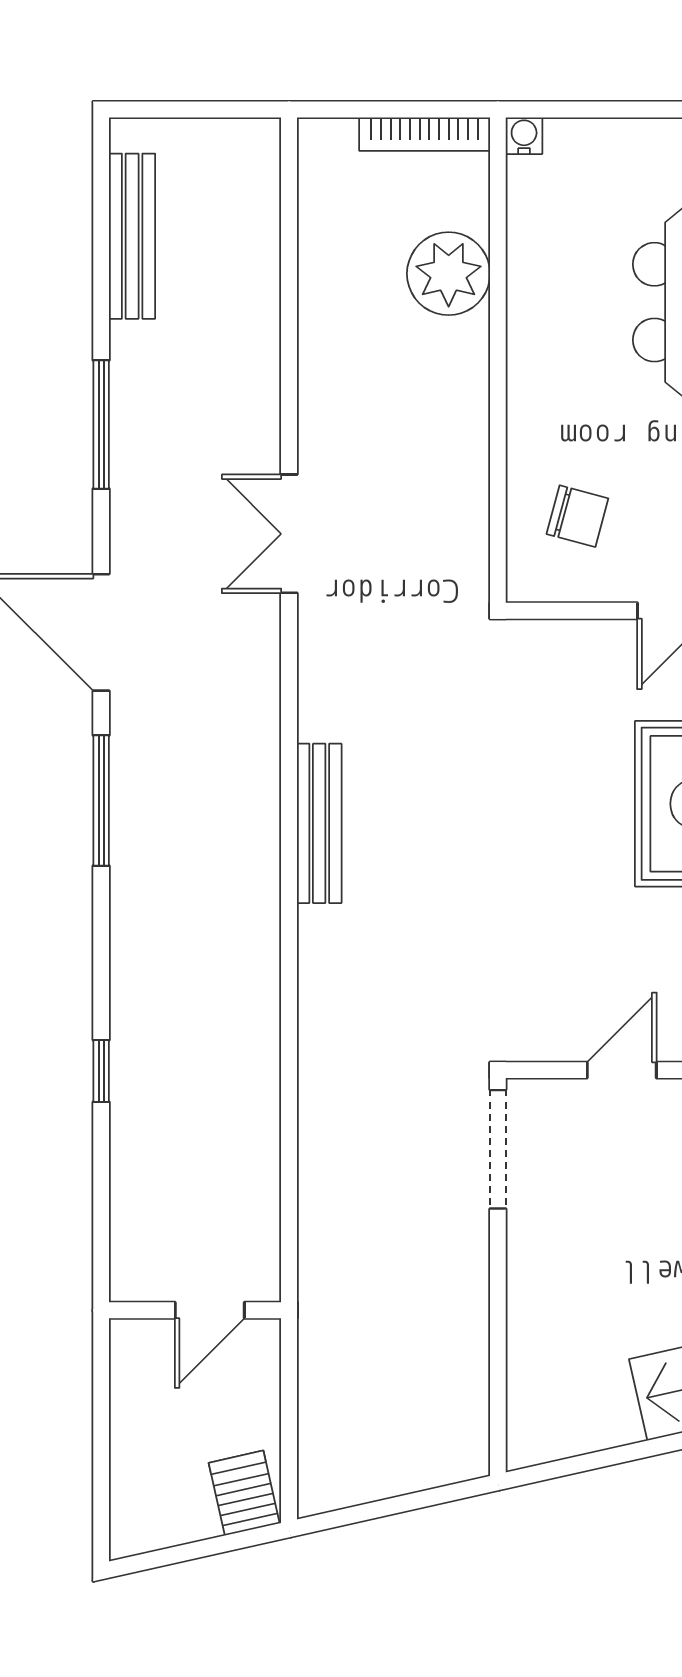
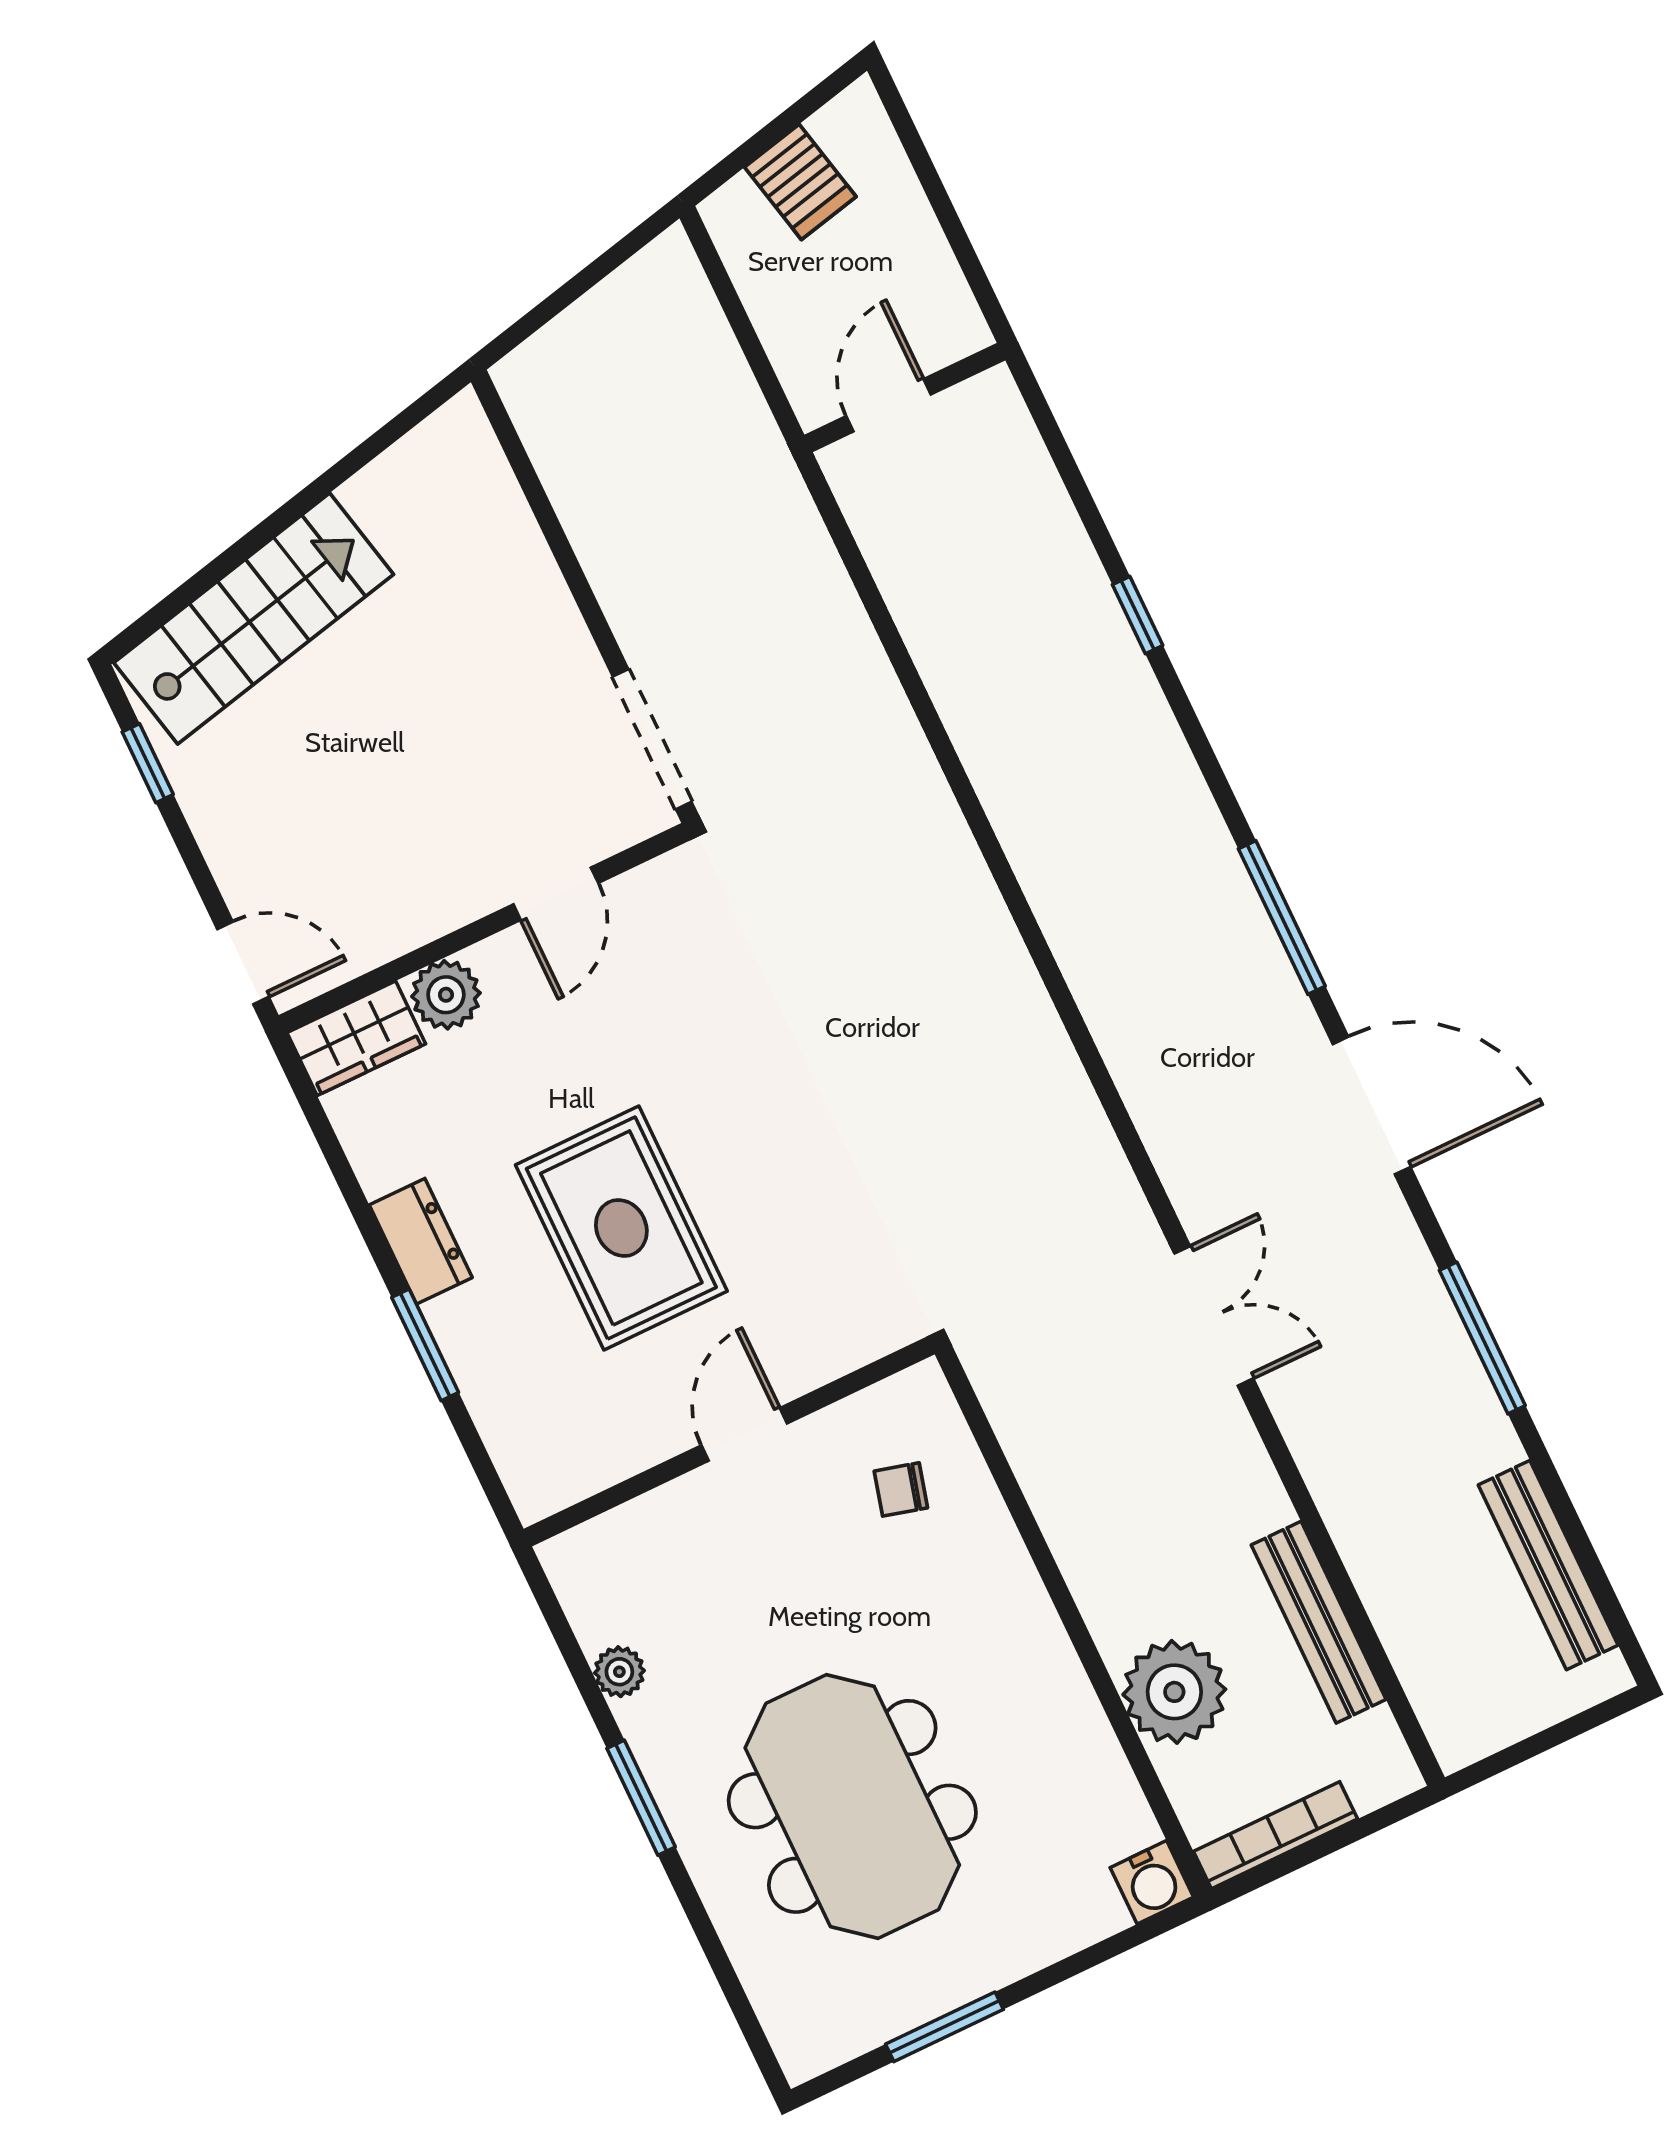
water cooler: (524, 136) -> (1152, 1882), width x1.38, depth x1.38
chair: (577, 516) -> (901, 1489), width x0.73, depth x0.73
bench: (319, 823) -> (1319, 1622), moved
server rack: (244, 1493) -> (800, 182), moved

